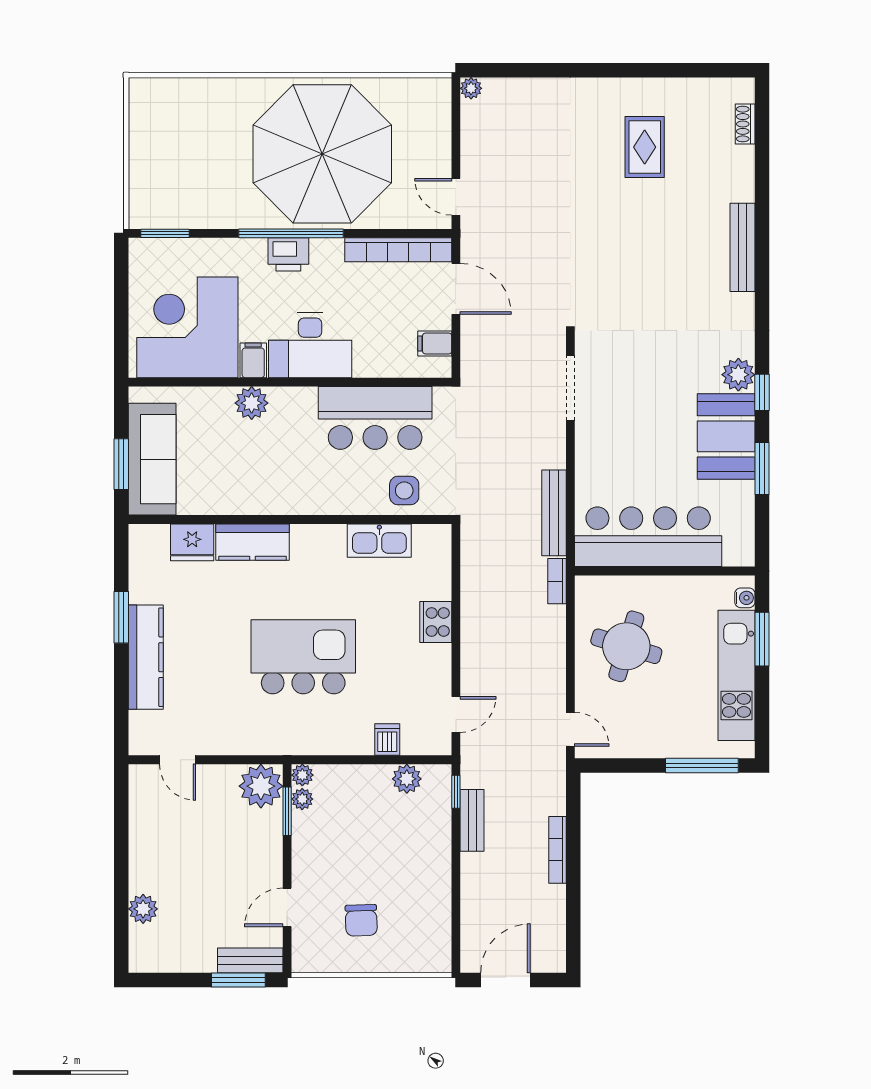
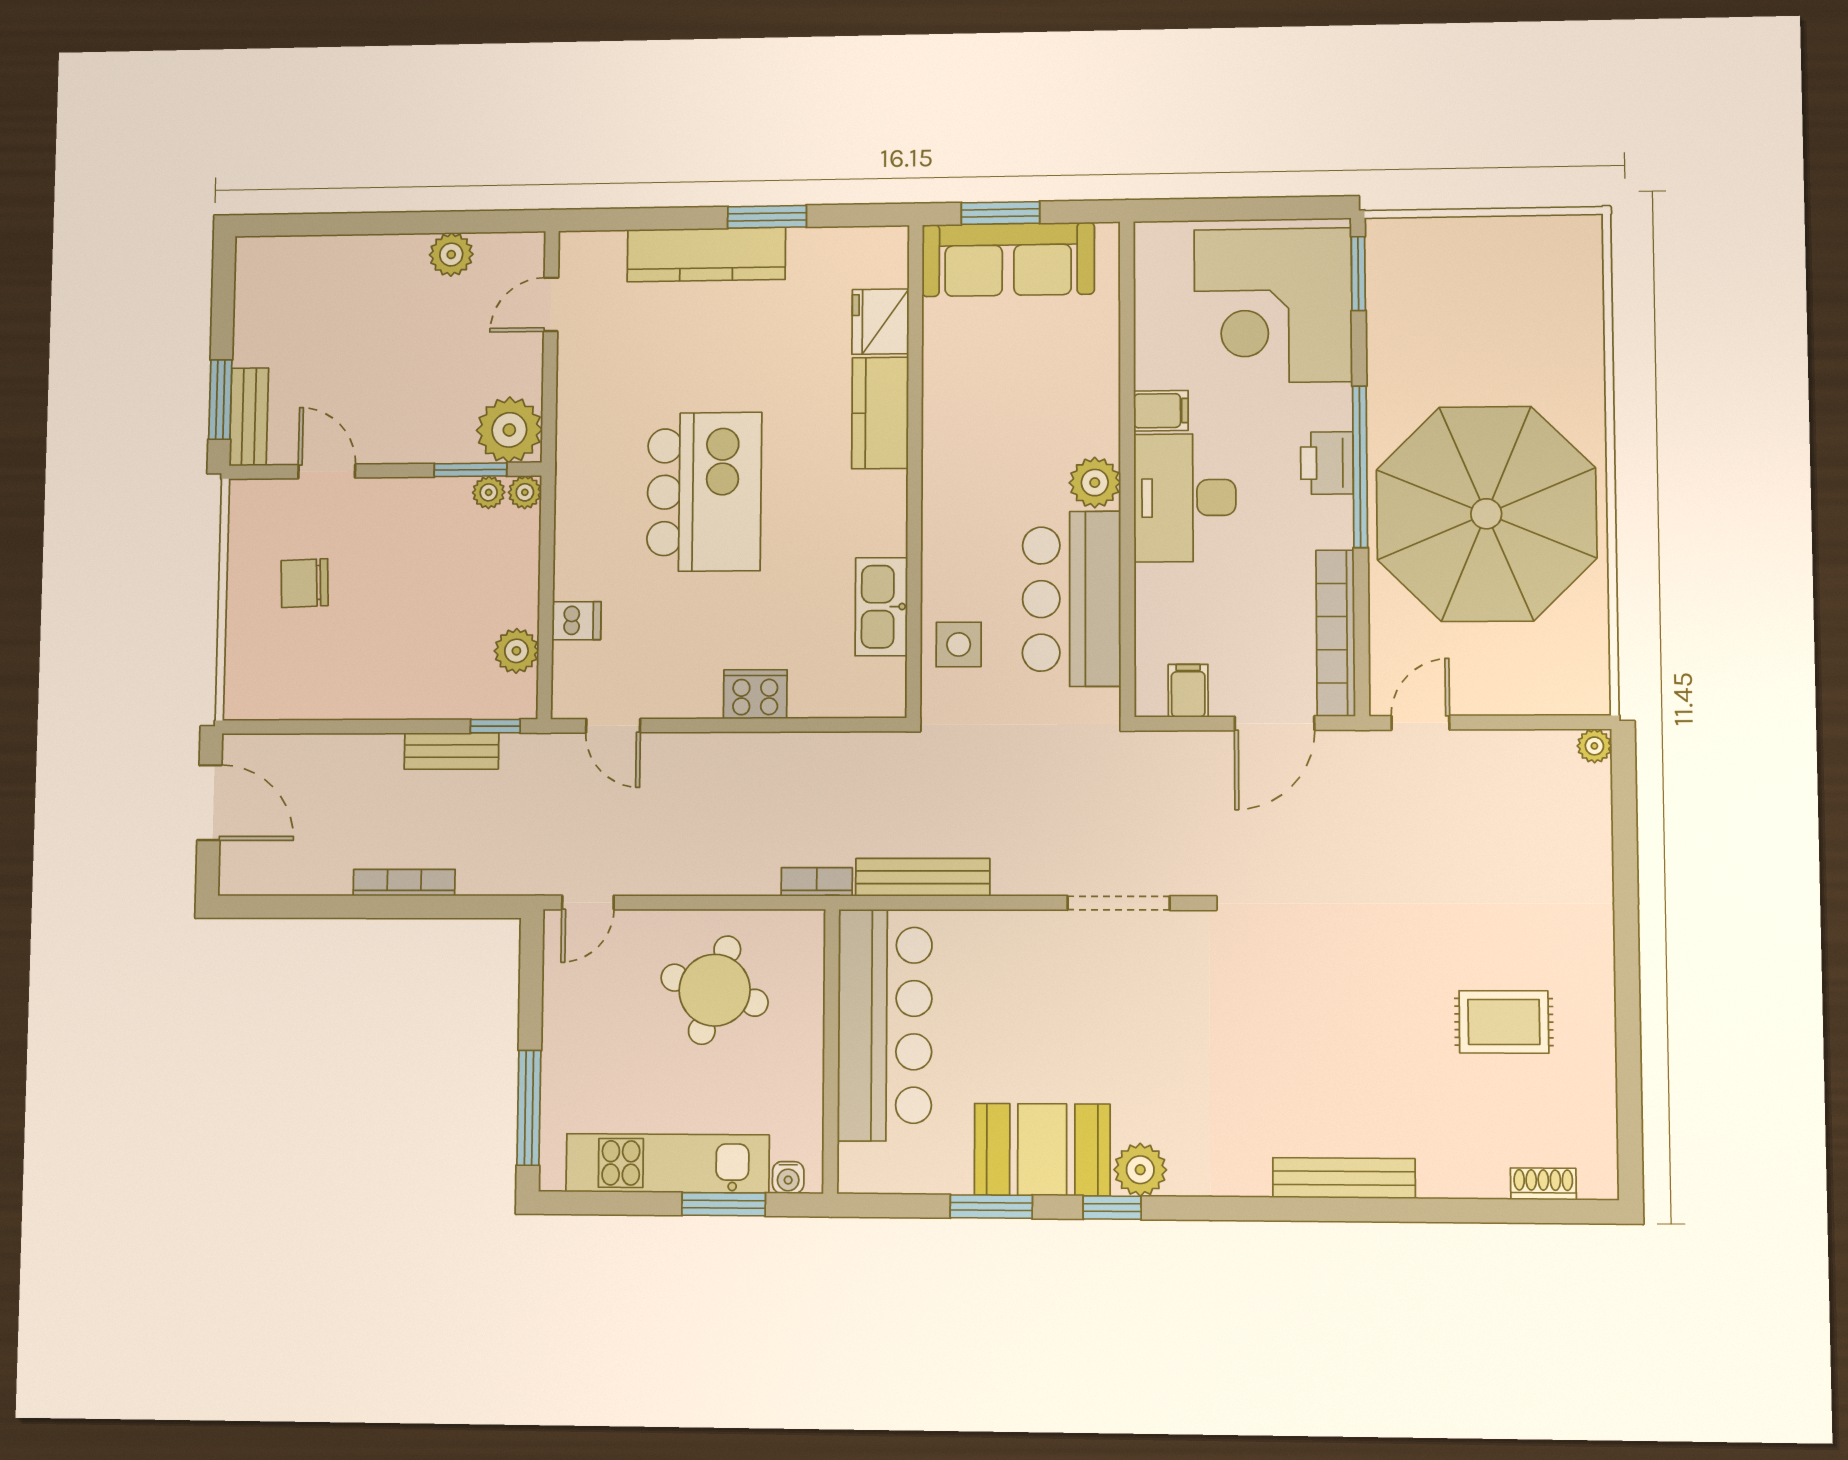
corner desk: (187, 327) -> (1273, 306), moved, turned 180
plant: (252, 403) -> (1095, 483), moved
plant: (143, 909) -> (451, 255), moved

